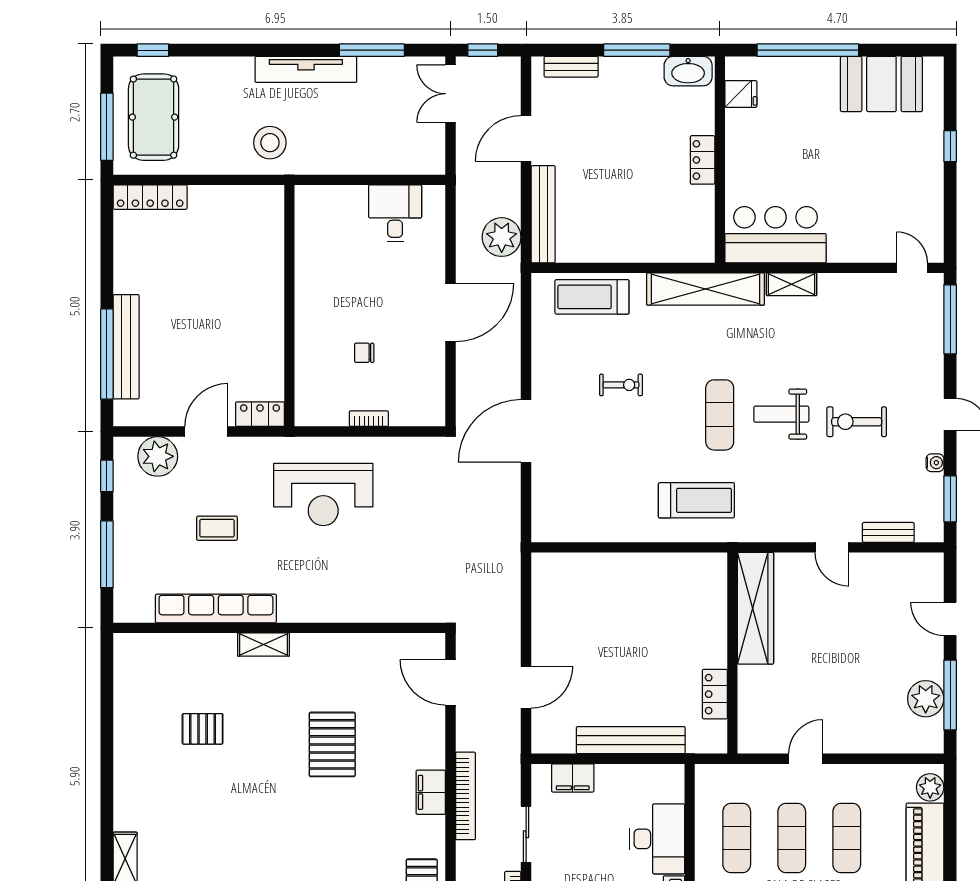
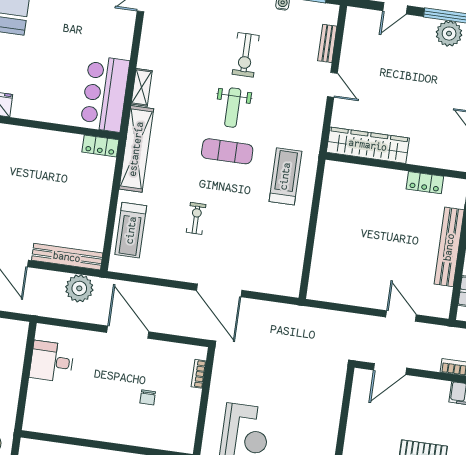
locker: (703, 160) -> (100, 146), moved
bookcase: (369, 419) -> (199, 374), moved
door: (832, 547) -> (332, 85), hinge flipped

